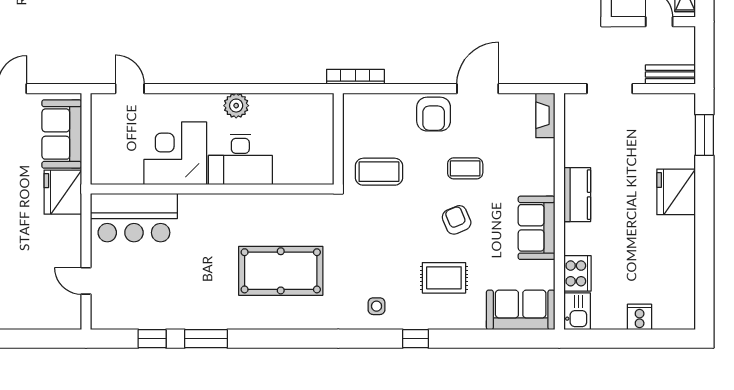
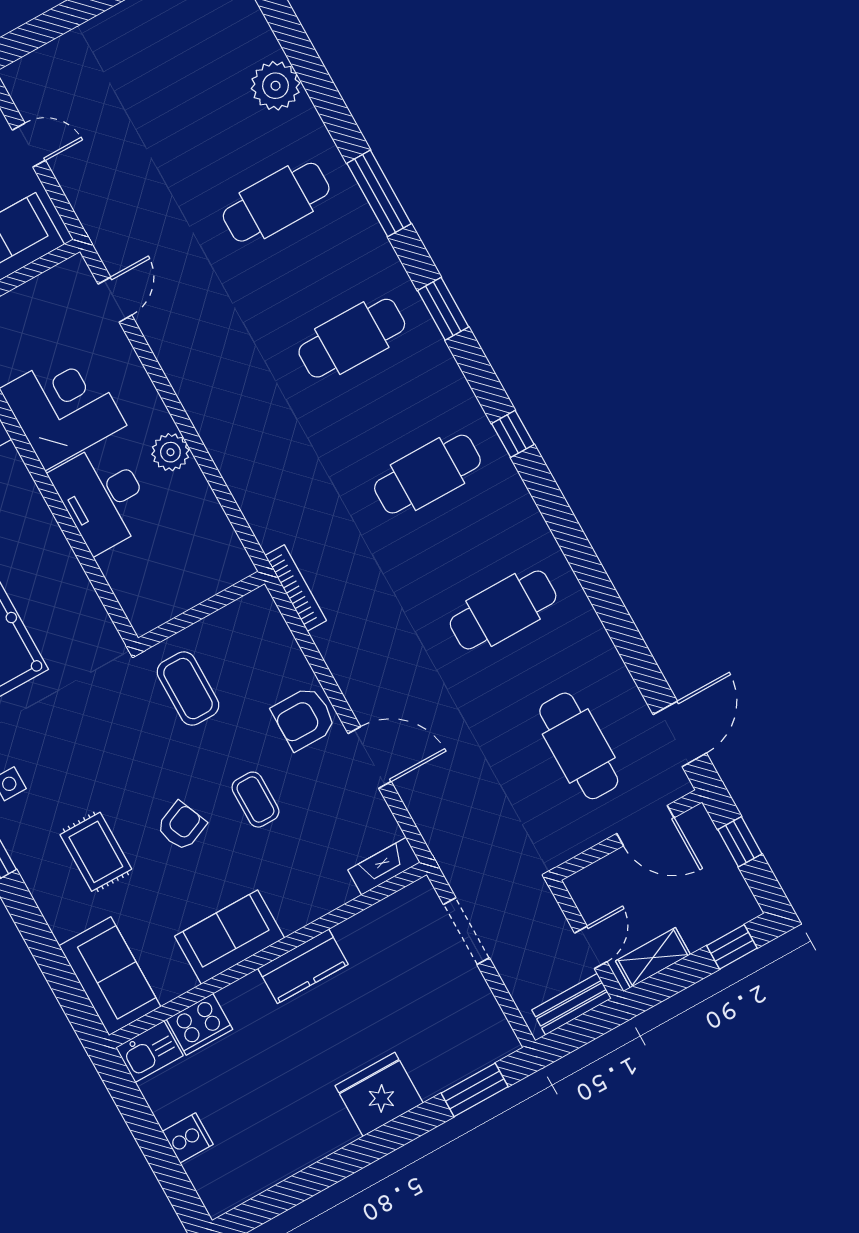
bench: (670, 75) -> (572, 1004), moved, turned 90

